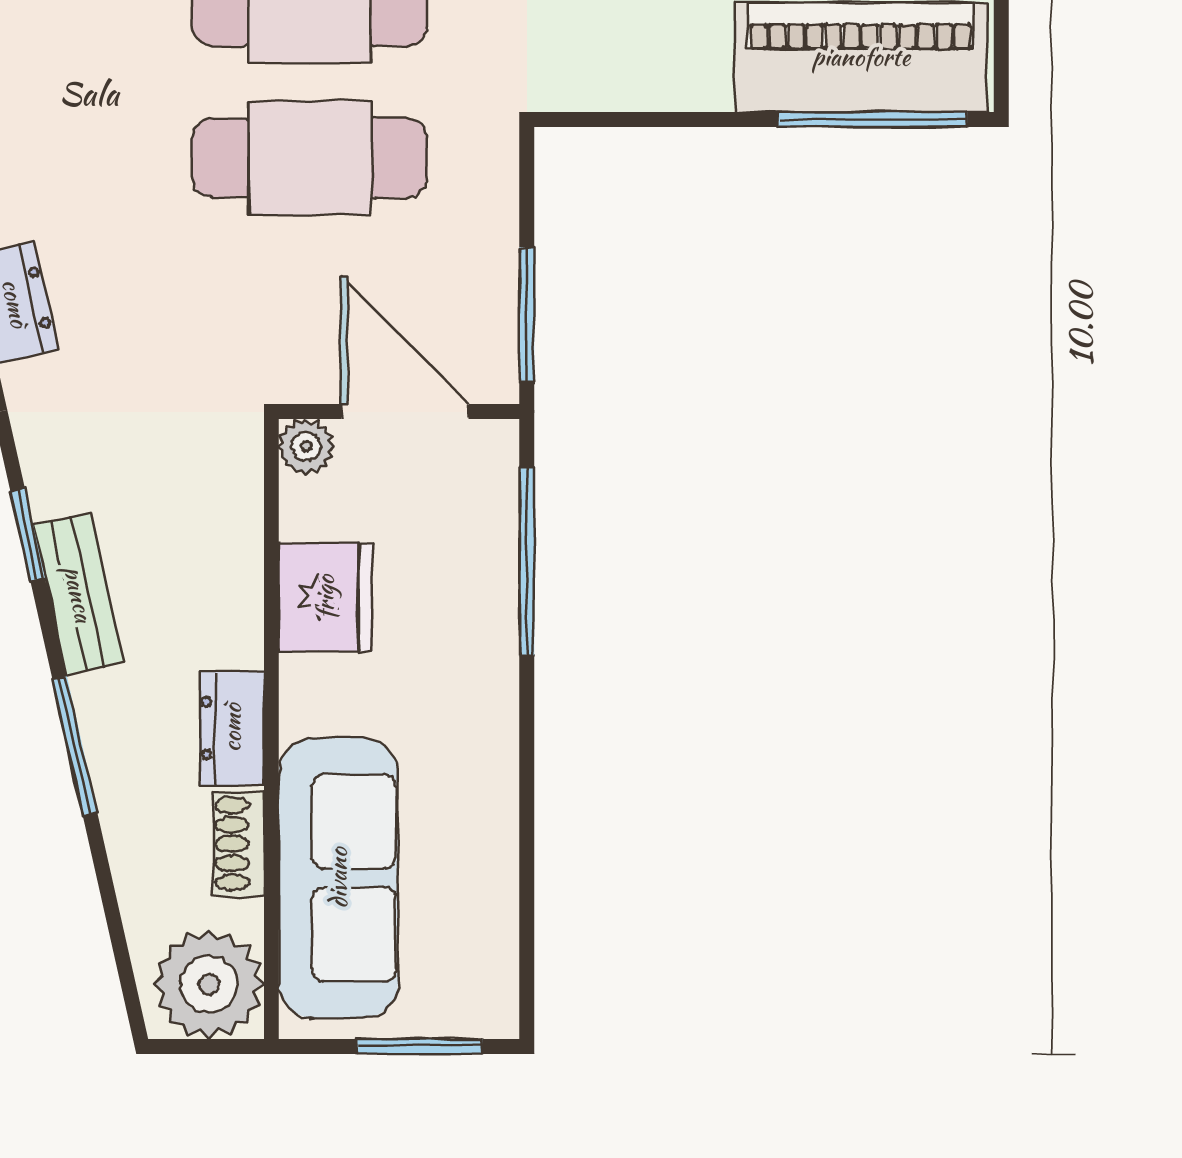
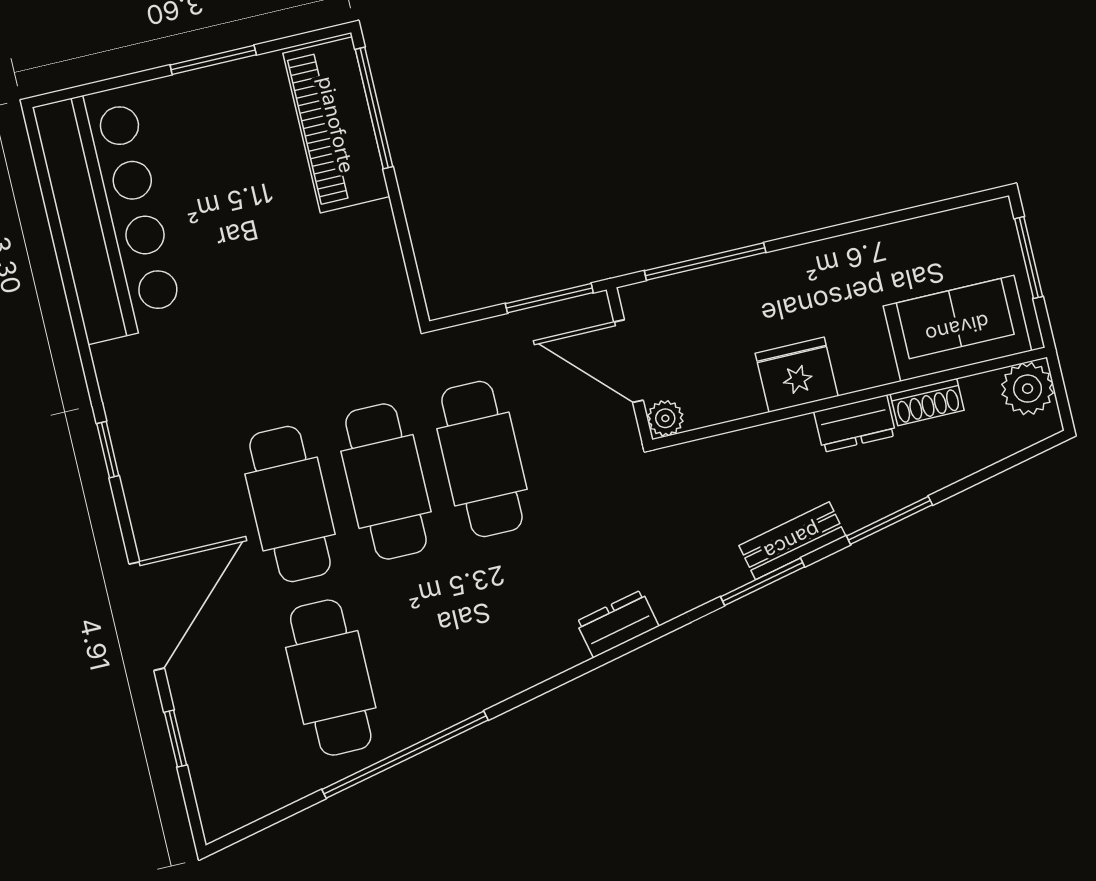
door: (405, 412) -> (629, 361), hinge flipped
window: (28, 535) -> (763, 582), width x1.50
fridge: (325, 597) -> (797, 375), moved
sofa: (338, 878) -> (957, 328), width x0.73
plant: (209, 984) -> (1028, 389), width x0.73, depth x0.73

